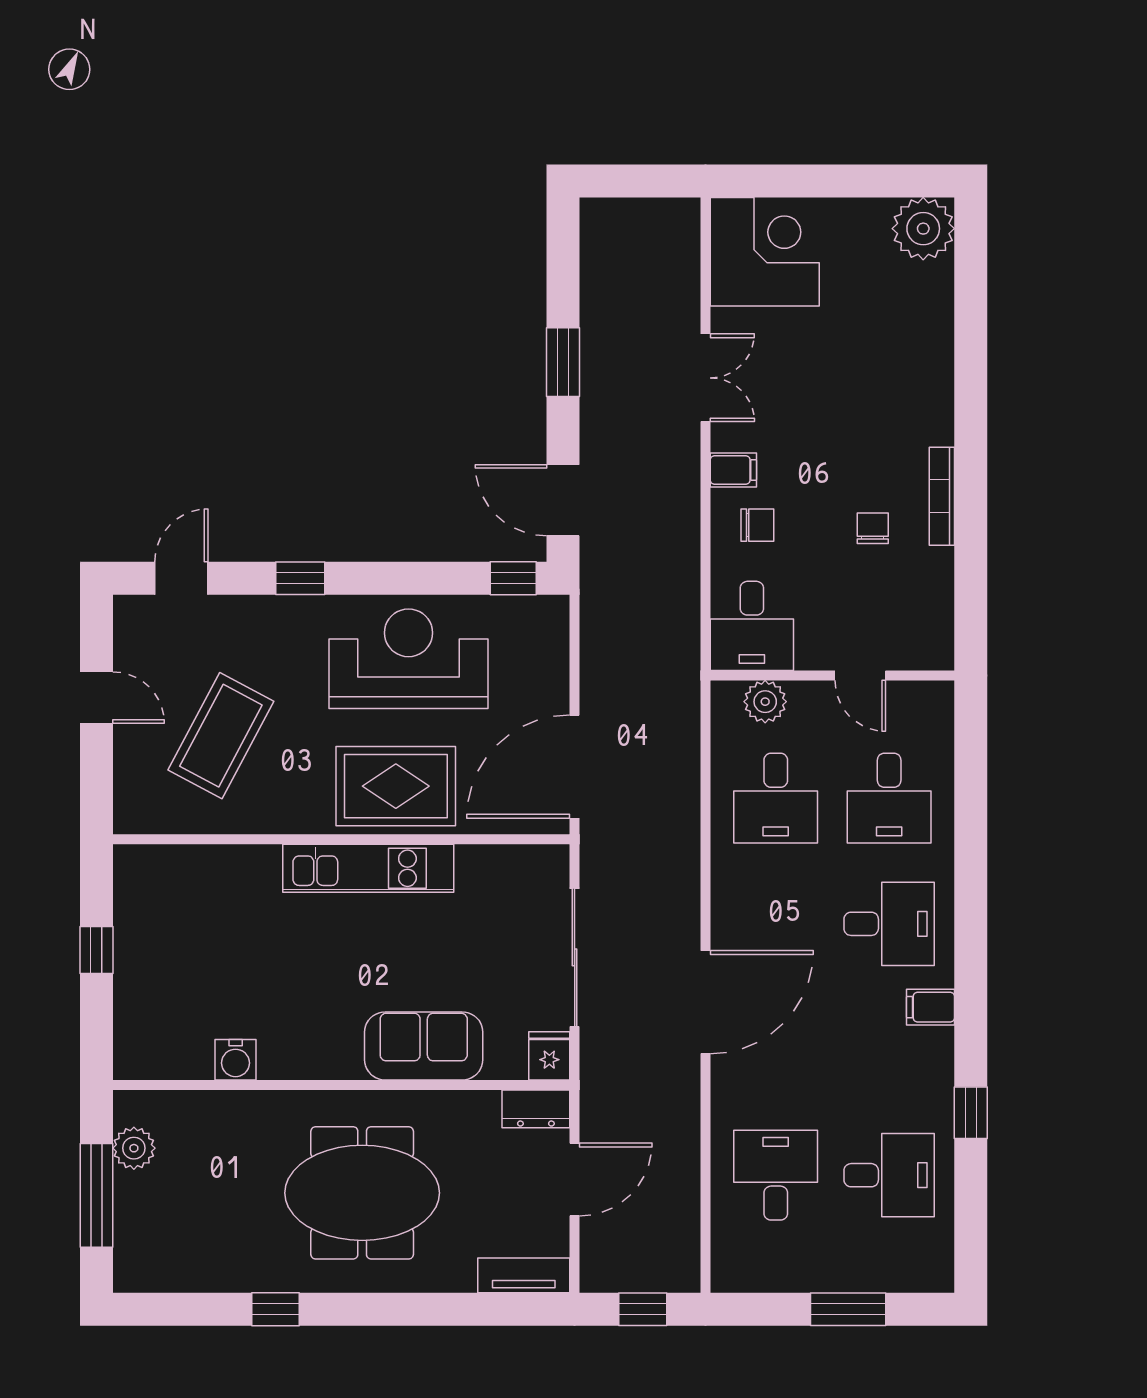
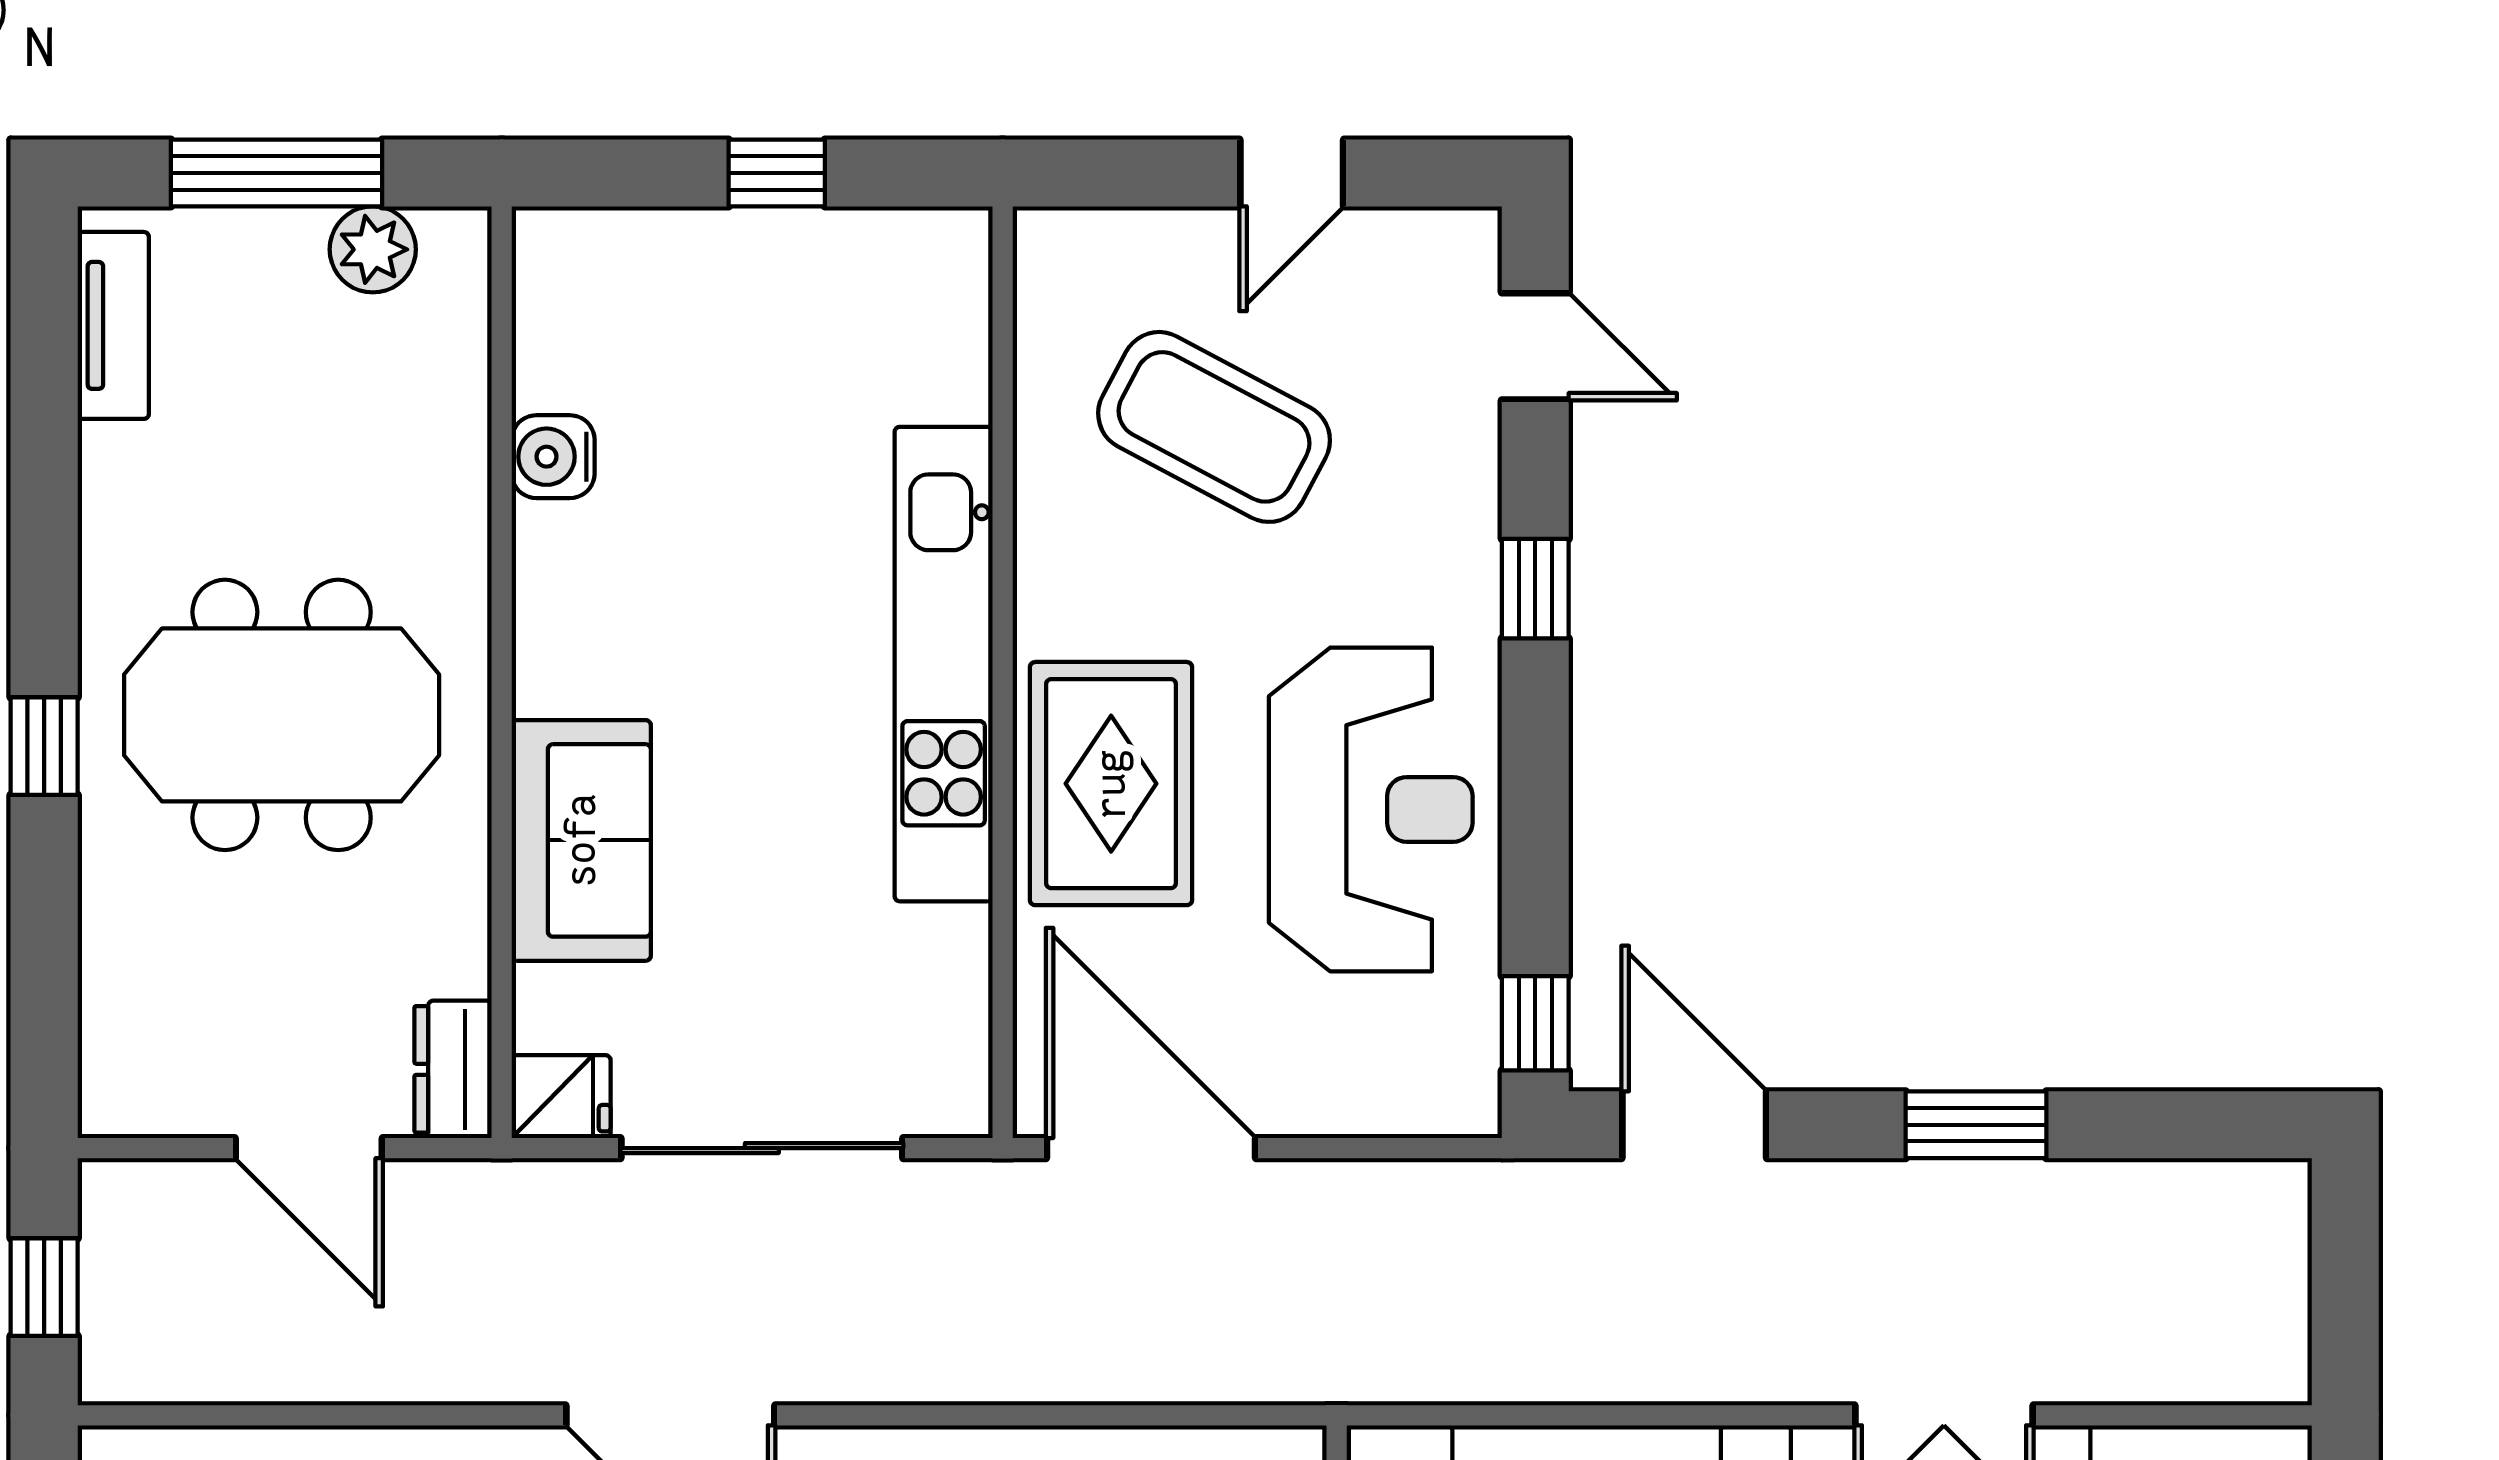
door: (563, 500) -> (1694, 1125), hinge flipped
kitchen unit: (368, 868) -> (944, 664), width x1.36
meeting table: (362, 1193) -> (282, 715), turned 90
tv unit: (524, 1275) -> (113, 325), moved
window: (275, 1309) -> (44, 746), moved

